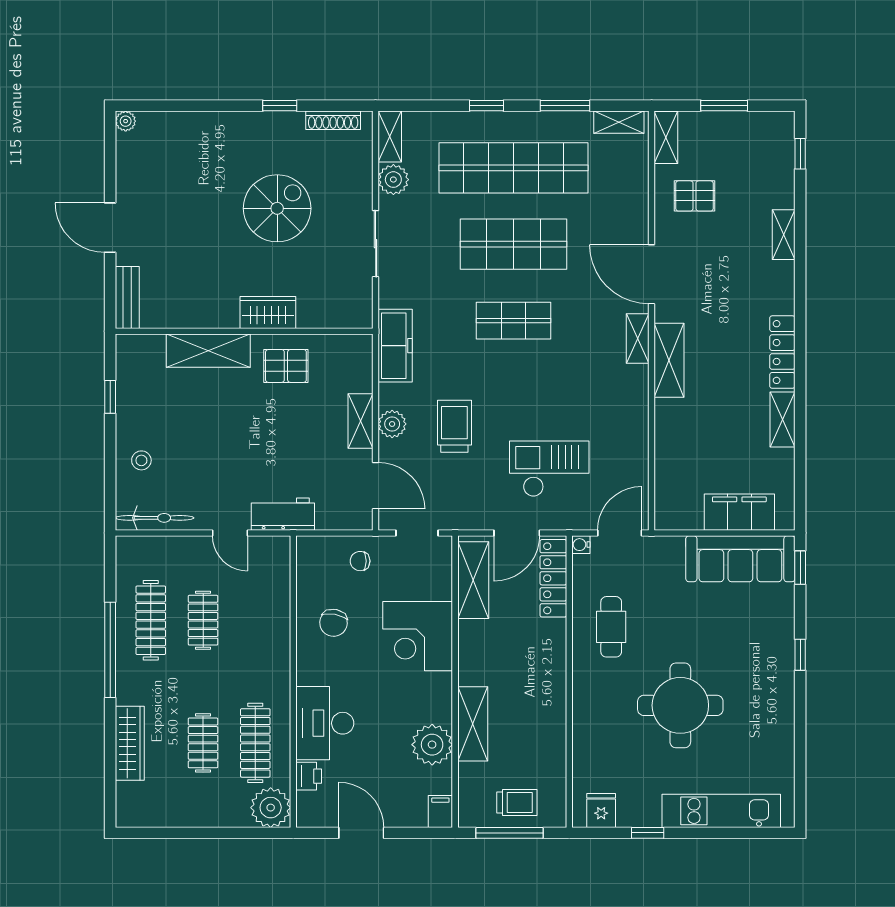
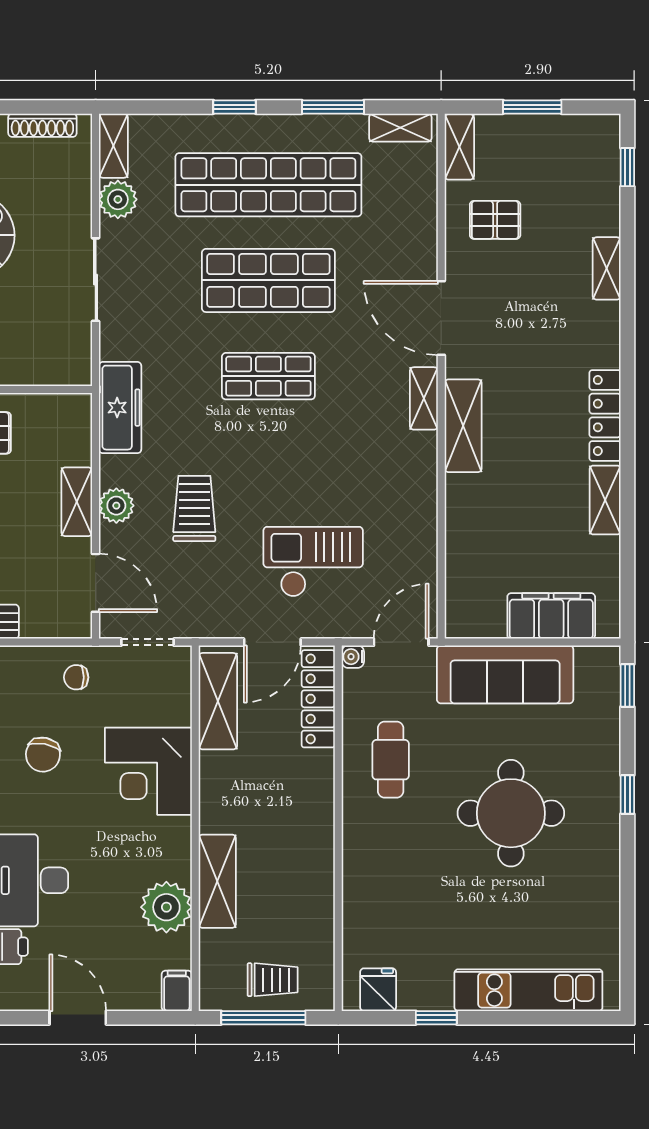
sofa: (740, 559) -> (505, 674), moved
round table: (680, 705) -> (511, 813), moved

